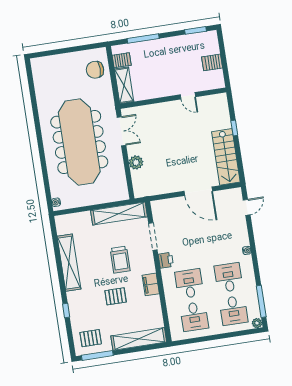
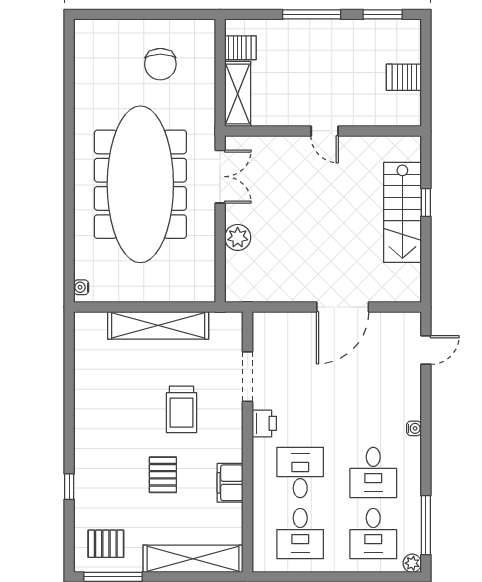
window: (143, 39) -> (312, 14), moved
chair: (95, 70) -> (160, 64), moved, turned -90
door: (188, 96) -> (325, 131), moved
stairs: (226, 157) -> (402, 212), moved
door: (198, 191) -> (343, 307), hinge flipped
shelving: (119, 214) -> (158, 325), moved
shelving: (69, 263) -> (88, 400), removed
desk: (228, 278) -> (373, 473), turned 180
filing cabinet: (151, 284) -> (230, 483), moved
pallet: (116, 296) -> (163, 475), turned 90

